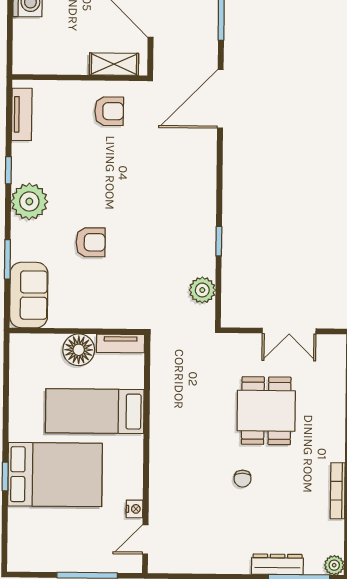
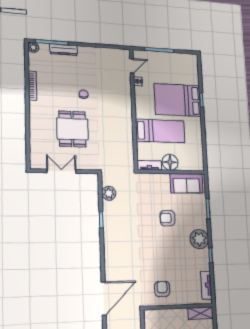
shelving: (114, 64) -> (201, 313), moved
armchair: (109, 111) -> (162, 289), turned 90
sofa: (29, 295) -> (186, 183), moved, turned -90

